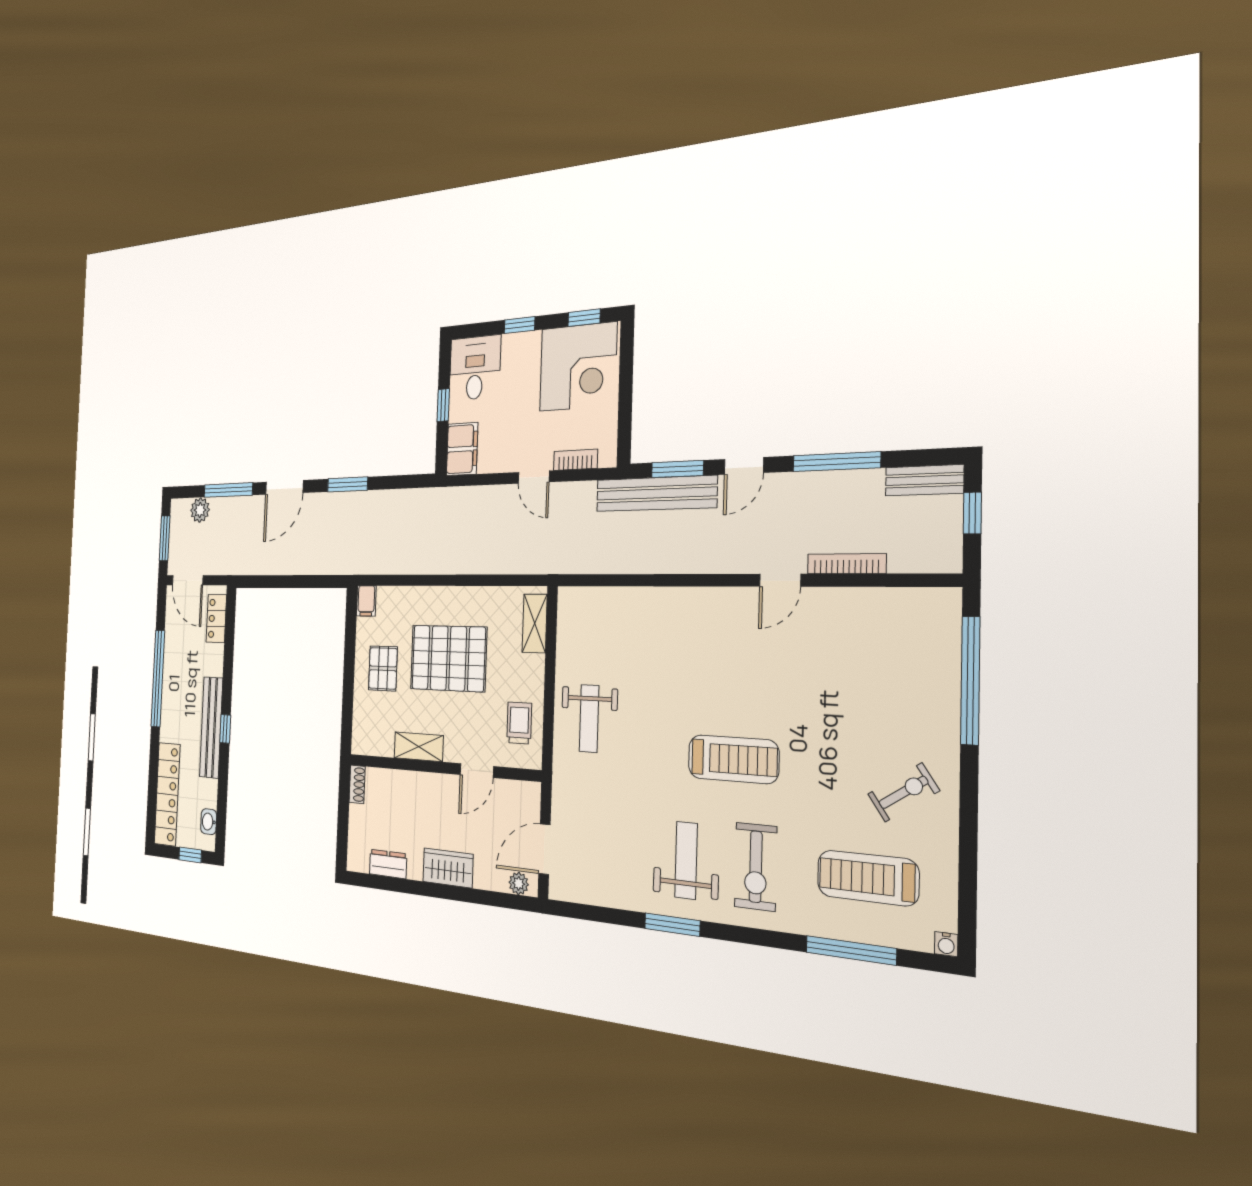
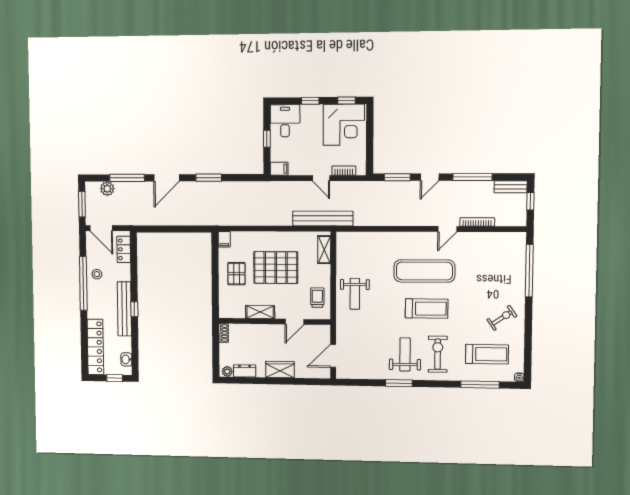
filing cabinet: (462, 449) -> (279, 169), width x0.50
bench: (656, 494) -> (323, 218), moved
stool: (177, 662) -> (97, 274), added
exercise mat: (730, 674) -> (424, 271), added
exercise bike: (756, 867) -> (438, 354), turned 180
treadmill: (868, 878) -> (487, 354), turned 180
plant: (519, 883) -> (227, 371), moved

